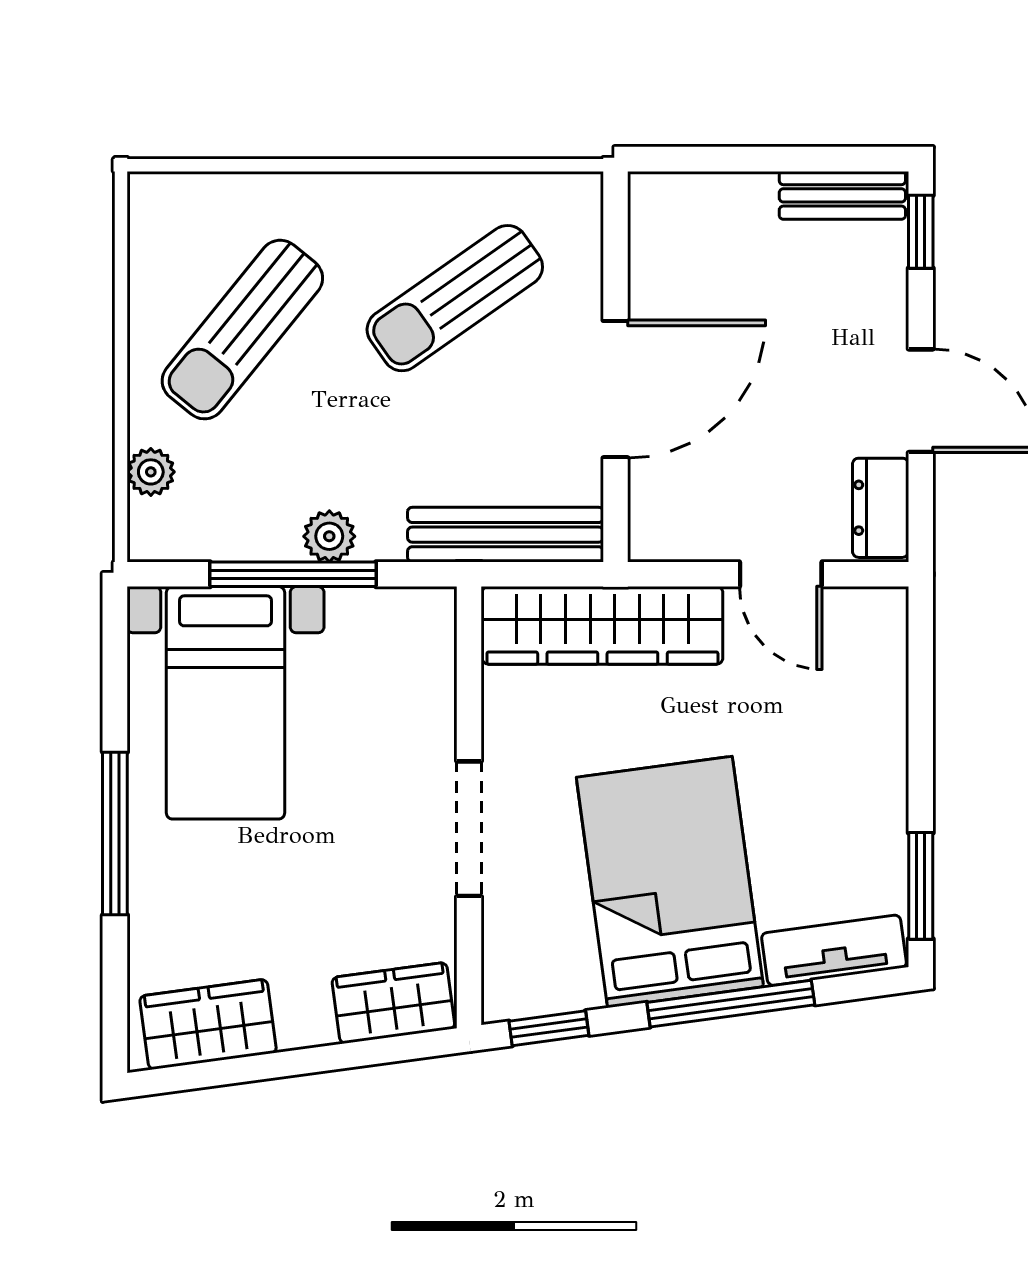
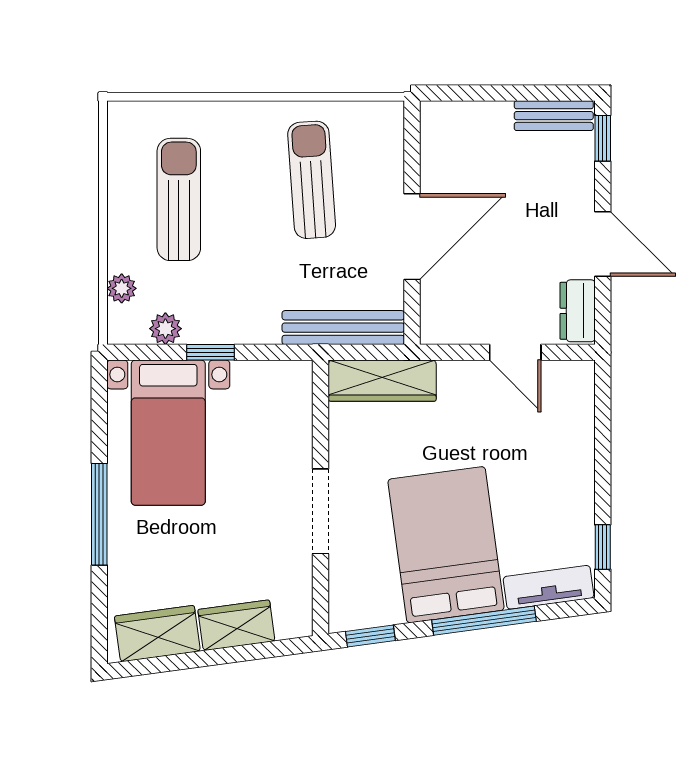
sun lounger: (455, 298) -> (312, 180), turned 121
sun lounger: (242, 330) -> (179, 199), turned 141
plant: (329, 536) -> (165, 329), moved
window: (293, 574) -> (210, 352), width x0.46
wardrobe: (602, 625) -> (382, 381), width x0.71, depth x0.85
window: (921, 886) -> (603, 547), width x0.67
wardrobe: (393, 1003) -> (236, 625), moved

